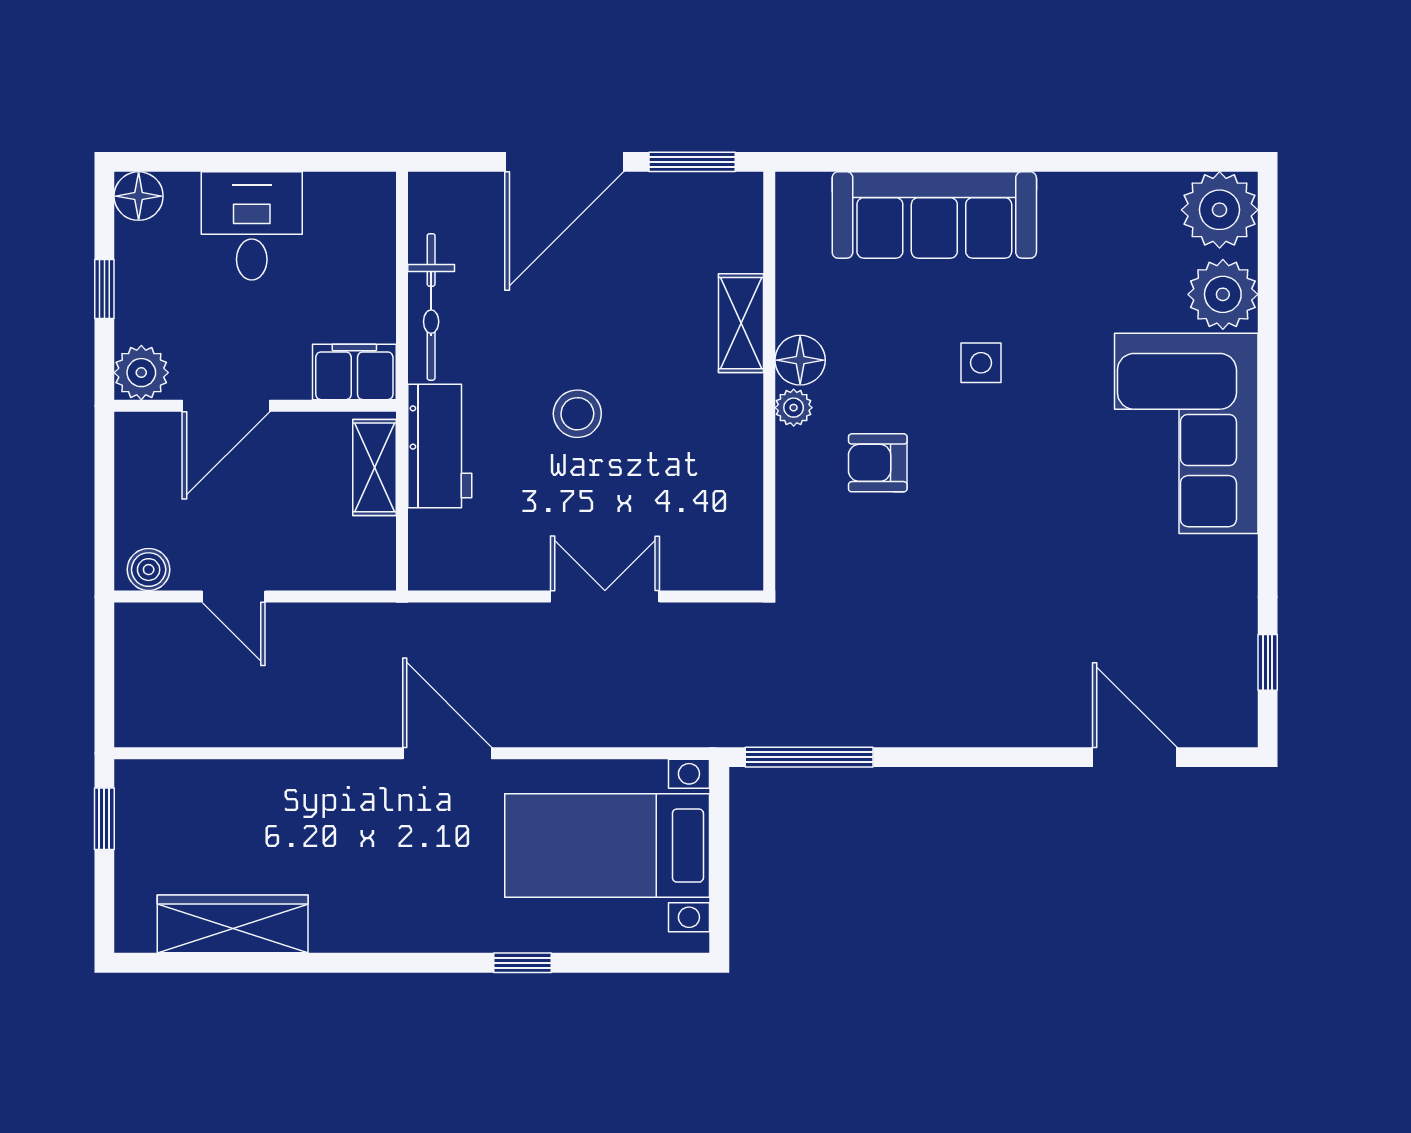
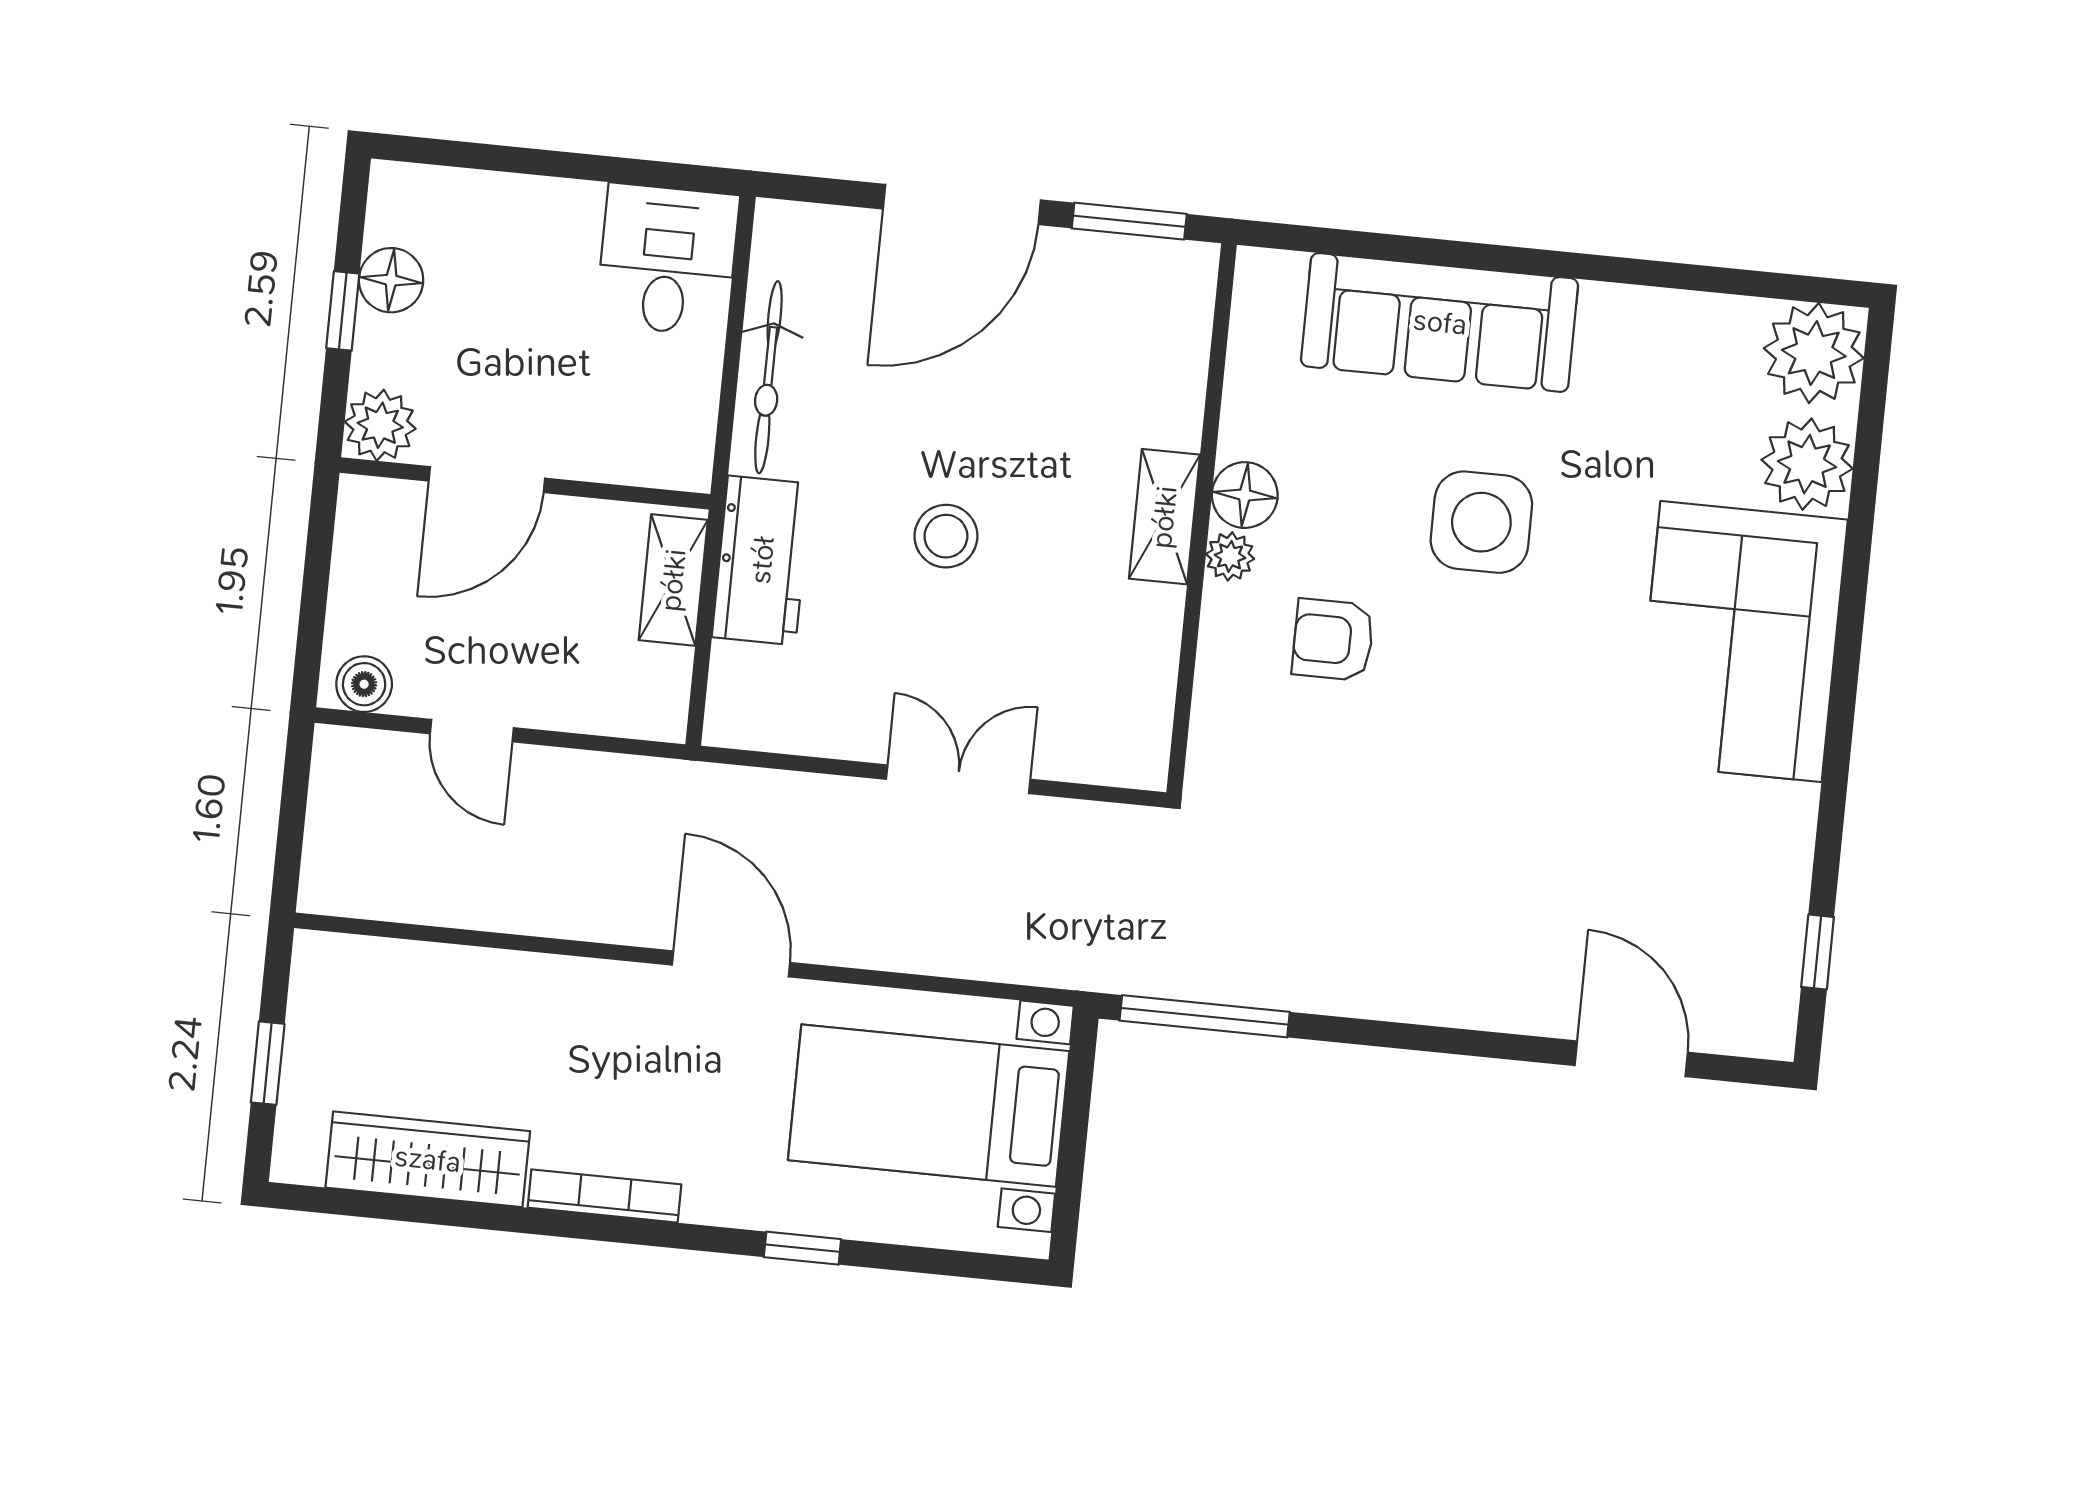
floor lamp: (139, 196) -> (391, 280), moved
desk: (252, 226) -> (667, 260), moved
shelving: (741, 323) -> (1164, 517), moved
side table: (981, 363) -> (1481, 522), width x1.87, depth x1.87
filing cabinet: (354, 372) -> (659, 452), removed
window: (104, 819) -> (268, 1063), moved
bookcase: (369, 938) -> (604, 1196), added

